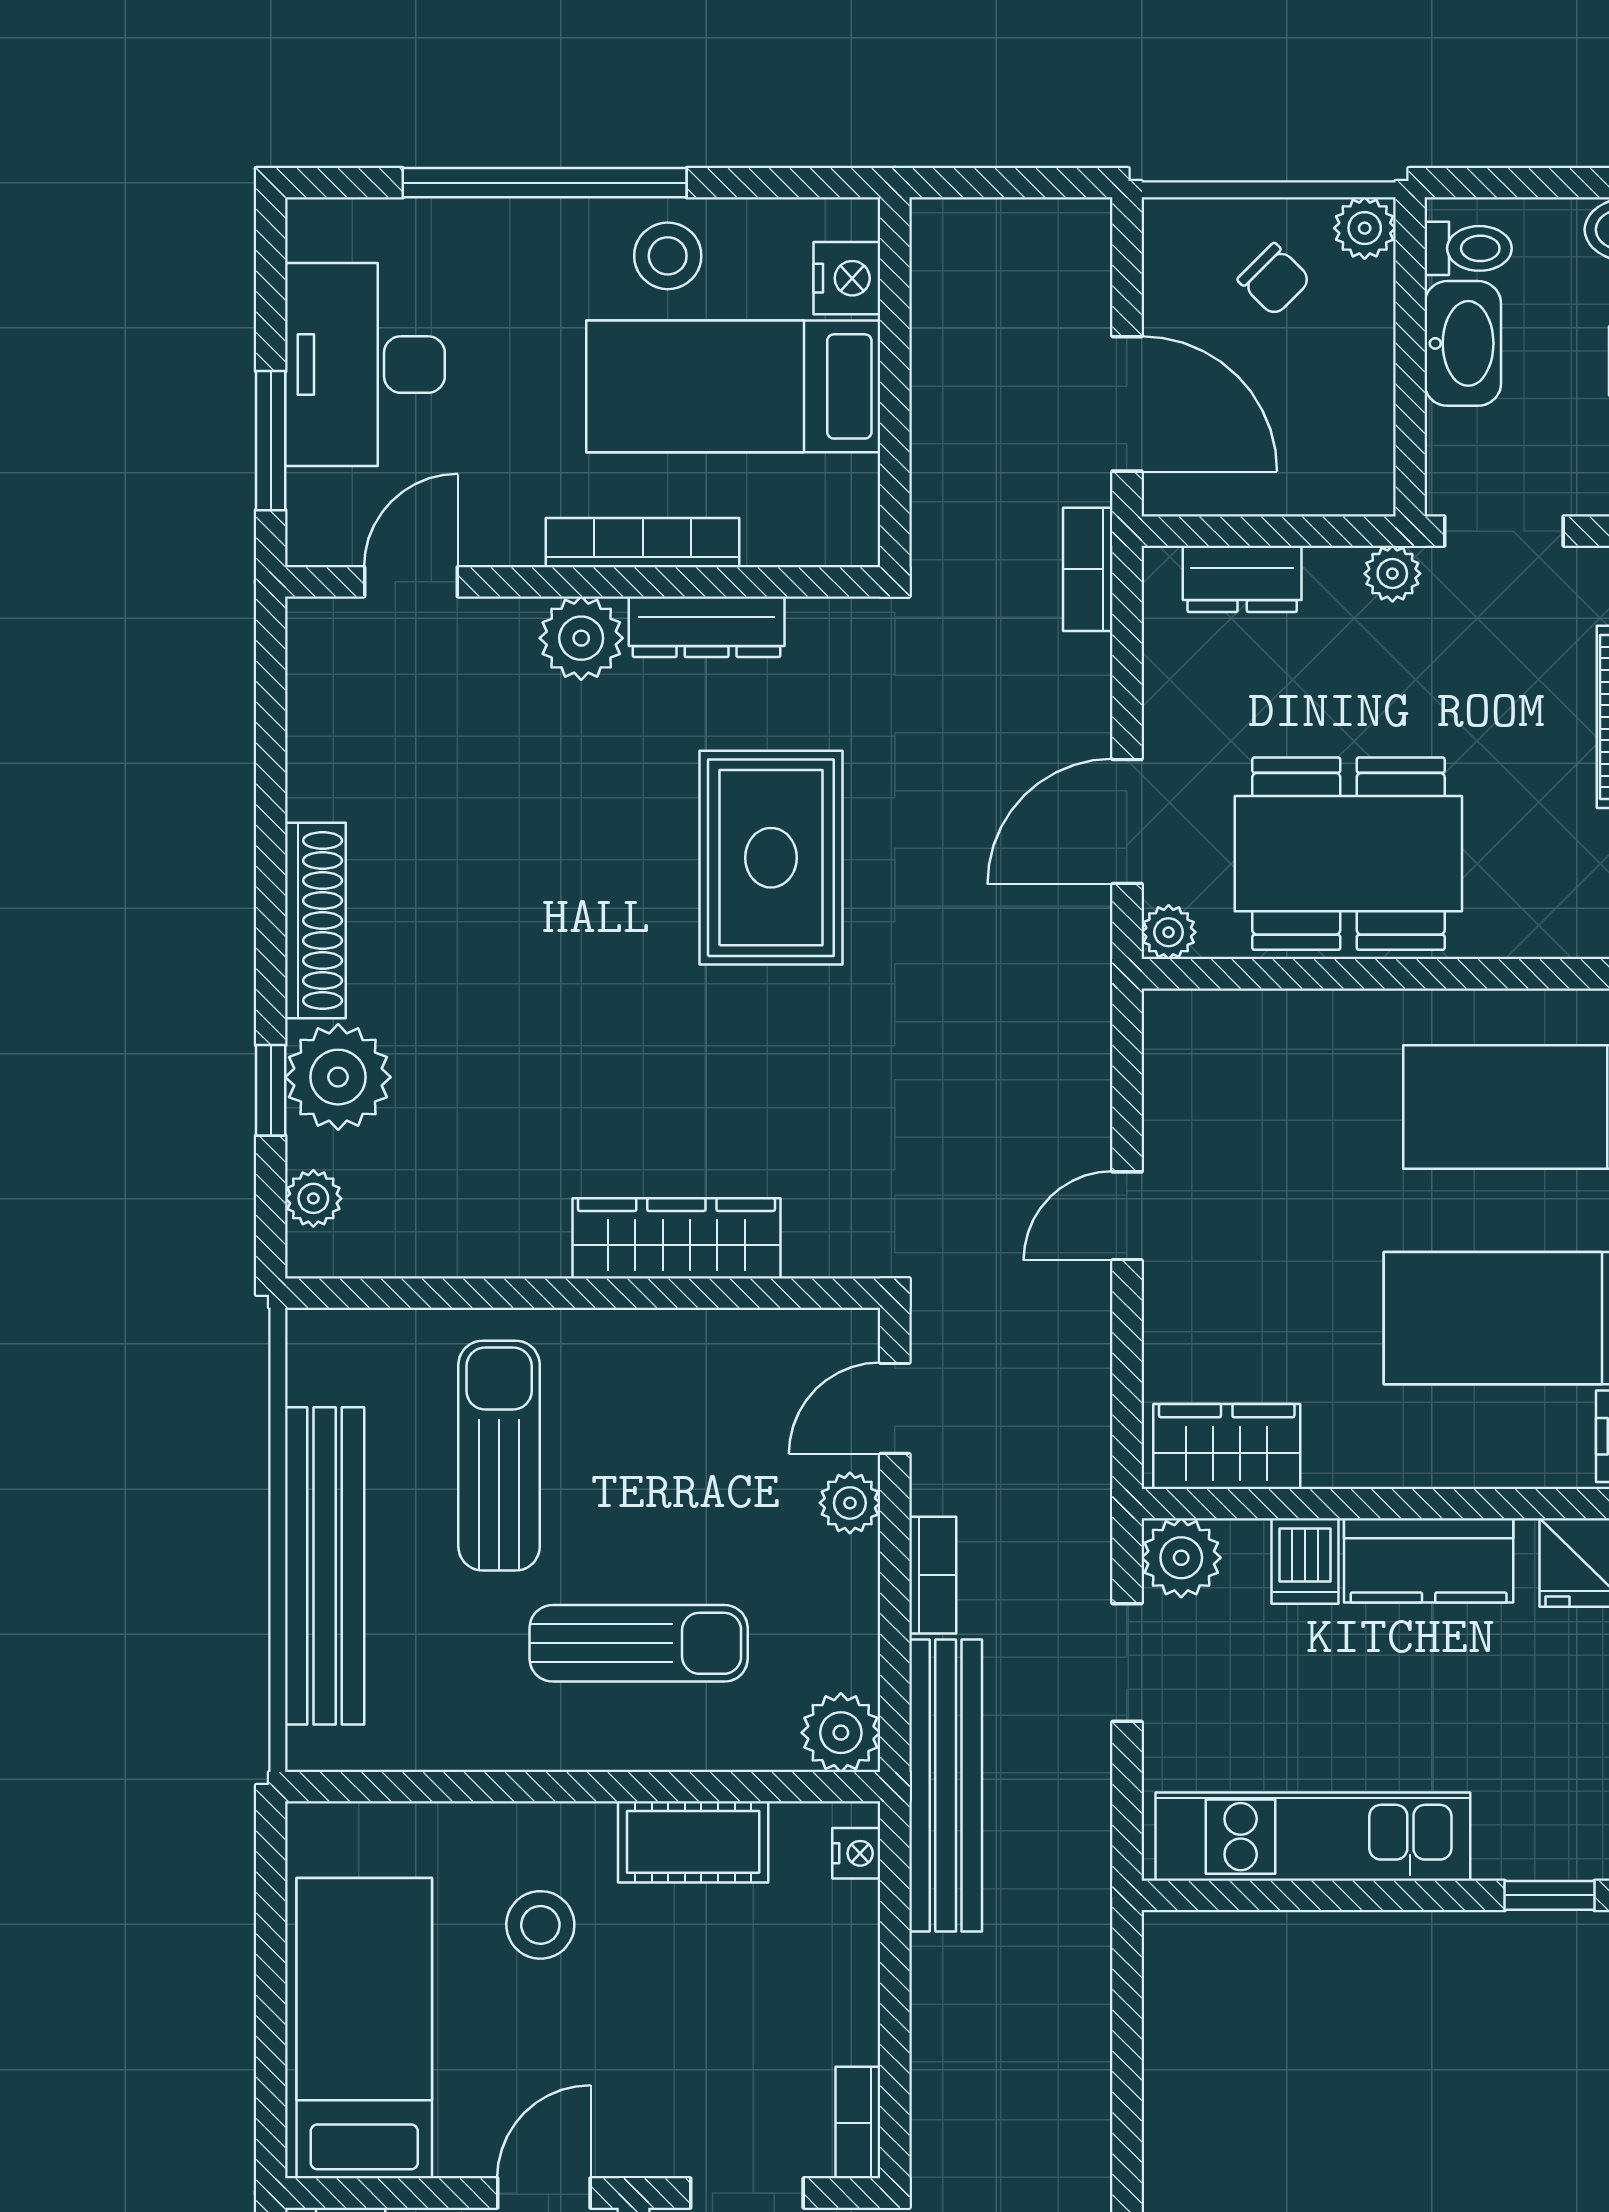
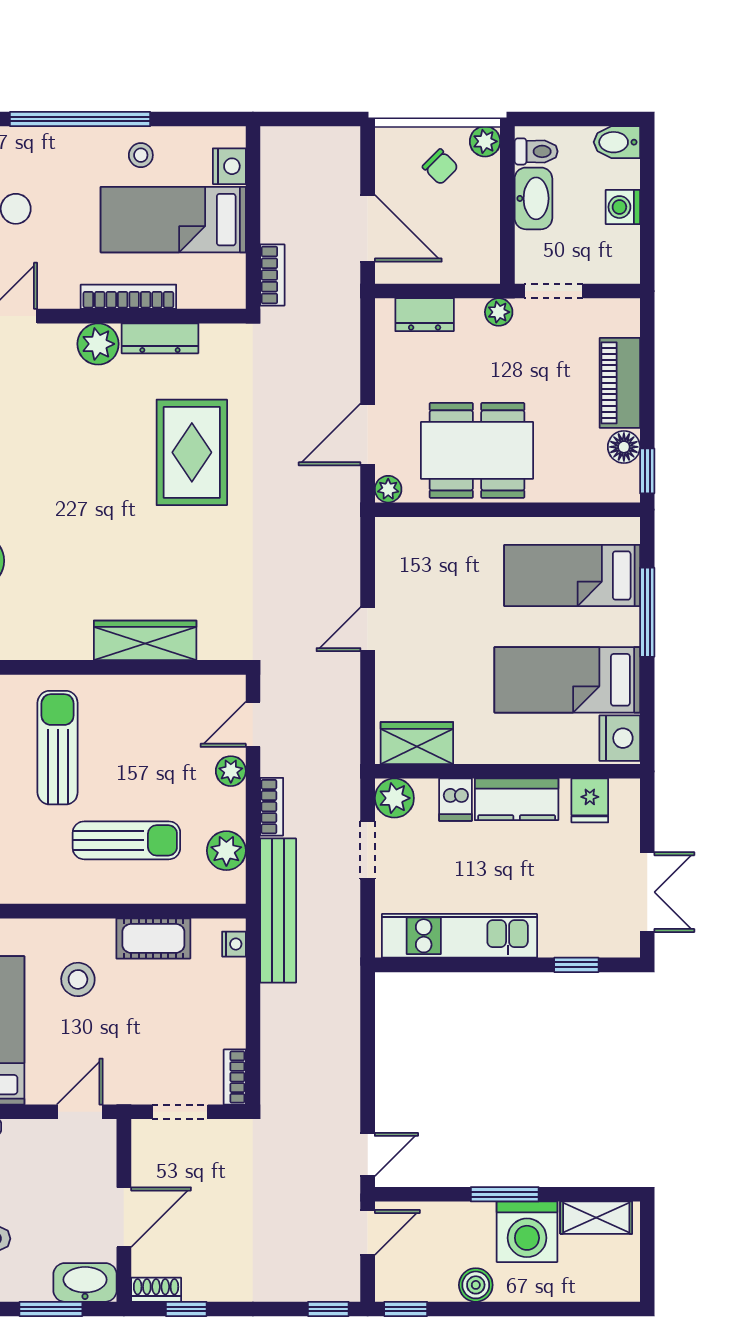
stool: (668, 256) -> (141, 155), width x0.73, depth x0.73
bookcase: (1088, 569) -> (272, 275), moved, turned 180
plant: (841, 1733) -> (226, 851), moved

